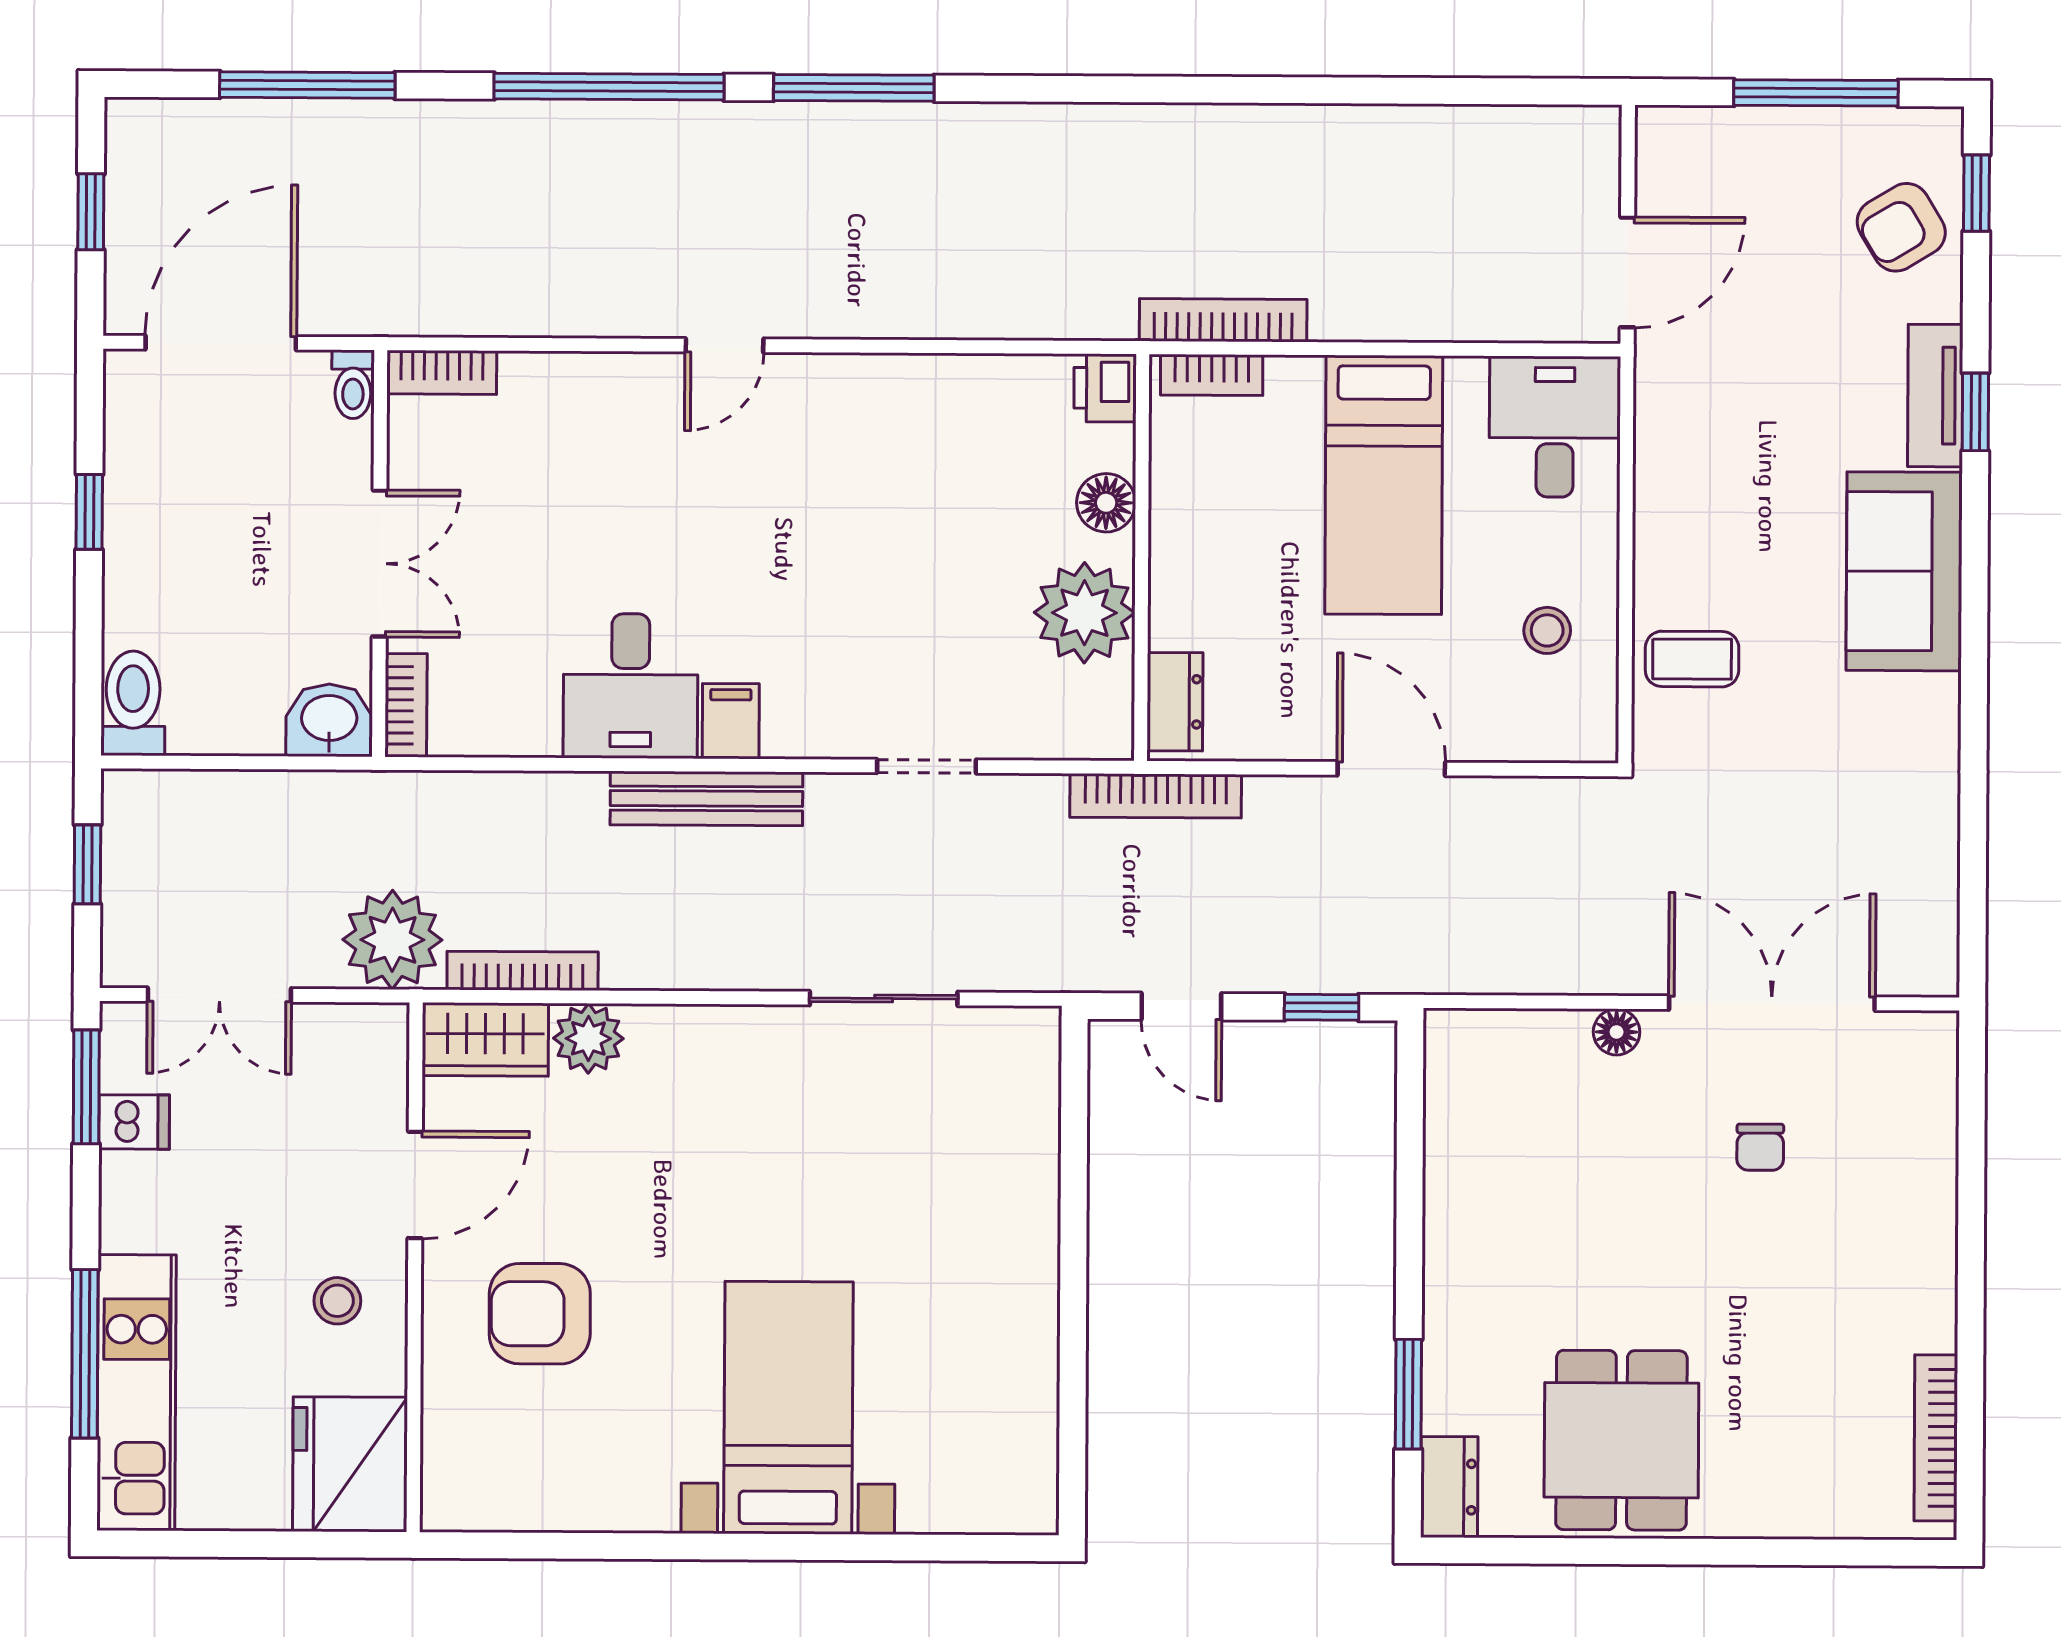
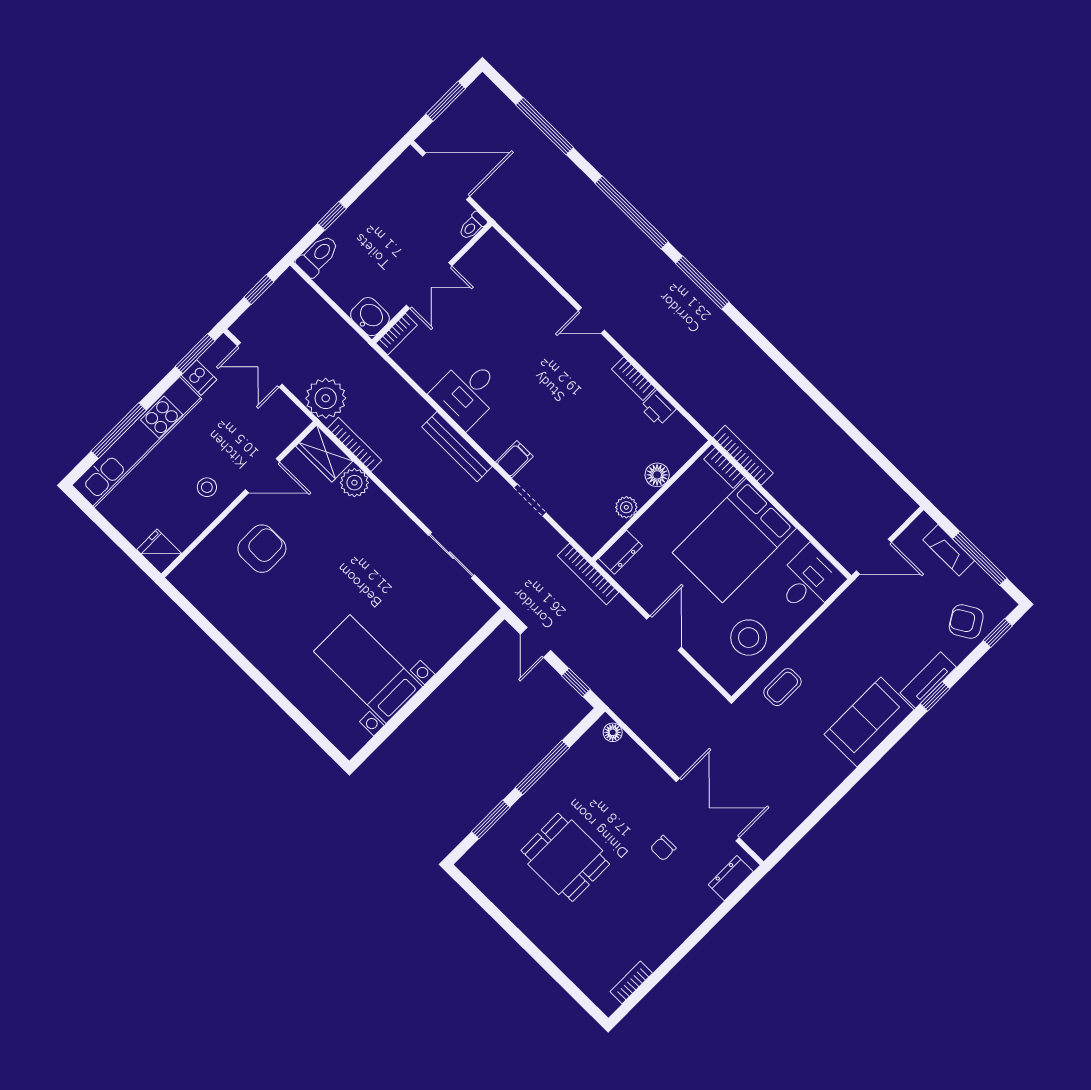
fireplace: (1748, 132) -> (949, 550), added
window: (91, 212) -> (446, 101), width x1.50
bookcase: (442, 372) -> (633, 379), moved
printer: (1105, 388) -> (658, 408), moved, turned -90
bed: (1384, 485) -> (734, 540), width x1.50
window: (89, 512) -> (332, 216), moved
plant: (1084, 613) -> (626, 507), width x0.53, depth x0.53
stool: (1547, 630) -> (749, 638), width x1.89, depth x1.89
coffee table: (1692, 659) -> (782, 687), turned 90
filing cabinet: (731, 721) -> (514, 459), moved
floor lamp: (1617, 1032) -> (613, 732), moved
window: (1409, 1214) -> (542, 768), added
armchair: (540, 1314) -> (262, 549), turned 90
kitchen unit: (136, 1393) -> (137, 442), width x1.36
bed with nightstands: (788, 1408) -> (368, 669), moved, turned -90
bookcase: (1936, 1438) -> (631, 982), width x0.64
dining table: (1621, 1440) -> (565, 857), moved, turned 90
fridge: (350, 1464) -> (159, 551), width x0.53, depth x0.75
dresser: (1449, 1487) -> (731, 878), moved, turned 180

